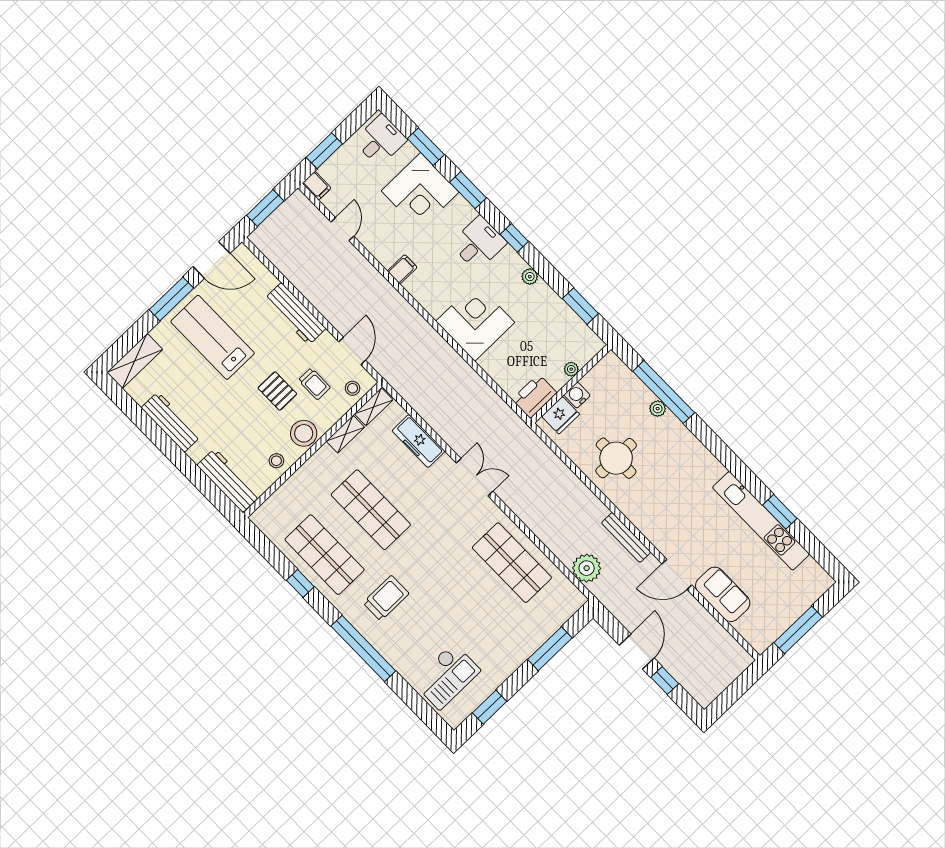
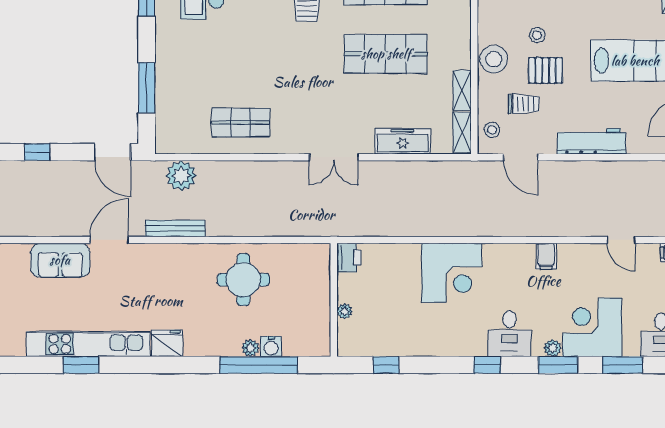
plant: (530, 277) -> (553, 348), moved
window: (580, 306) -> (386, 365), width x0.67
trolley: (314, 384) -> (524, 104), turned 180
water cooler: (577, 395) -> (271, 346), moved, turned 90
printer: (534, 396) -> (349, 258), width x0.73, depth x0.84
fridge: (561, 415) -> (167, 343), moved, turned 90
stool: (276, 461) -> (537, 35), moved
shop shelf: (512, 563) -> (241, 123), width x0.70, depth x0.74
door: (637, 652) -> (113, 152), moved

